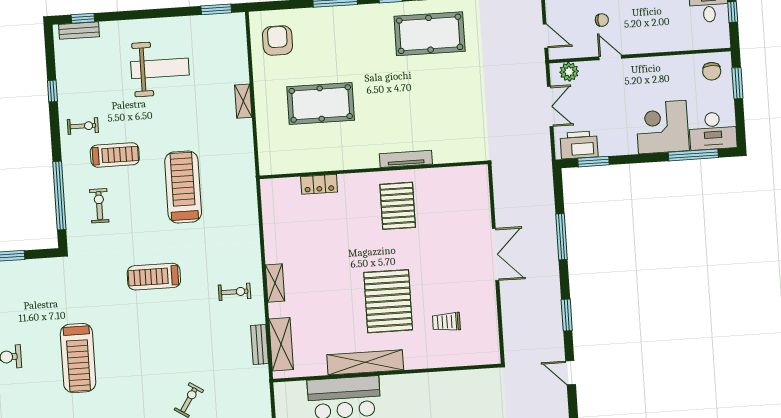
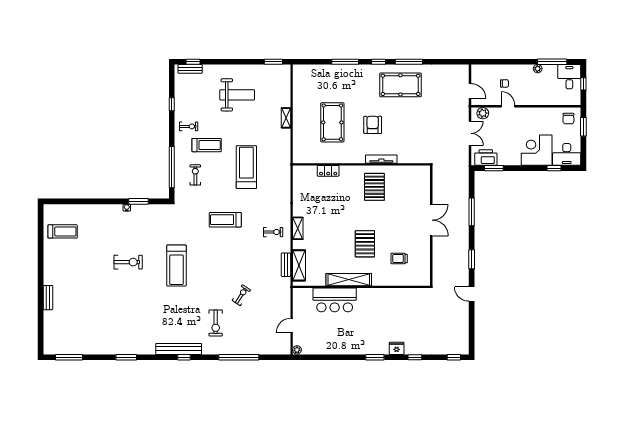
armchair: (278, 41) -> (373, 125), moved
pool table: (321, 104) -> (332, 122), turned 90
window: (693, 155) -> (554, 168), width x0.46
pallet: (388, 301) -> (365, 244), width x0.73, depth x0.71

